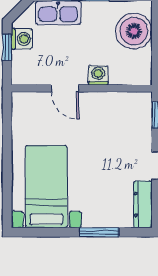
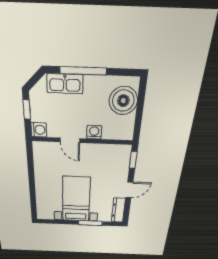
washing machine: (22, 39) -> (39, 130), moved
bed with nightstands: (46, 187) -> (76, 199), moved

